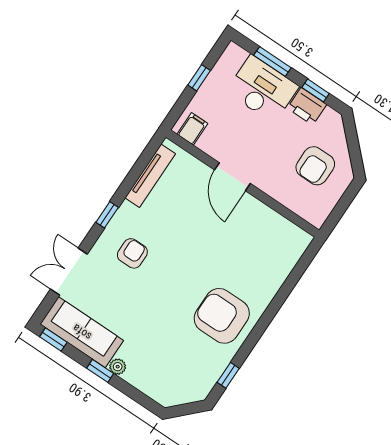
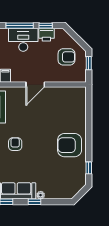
window: (272, 61) -> (20, 26), width x1.44
armchair: (315, 166) -> (66, 57), turned -90
door: (232, 177) -> (35, 85), hinge flipped
window: (345, 201) -> (89, 63), added

